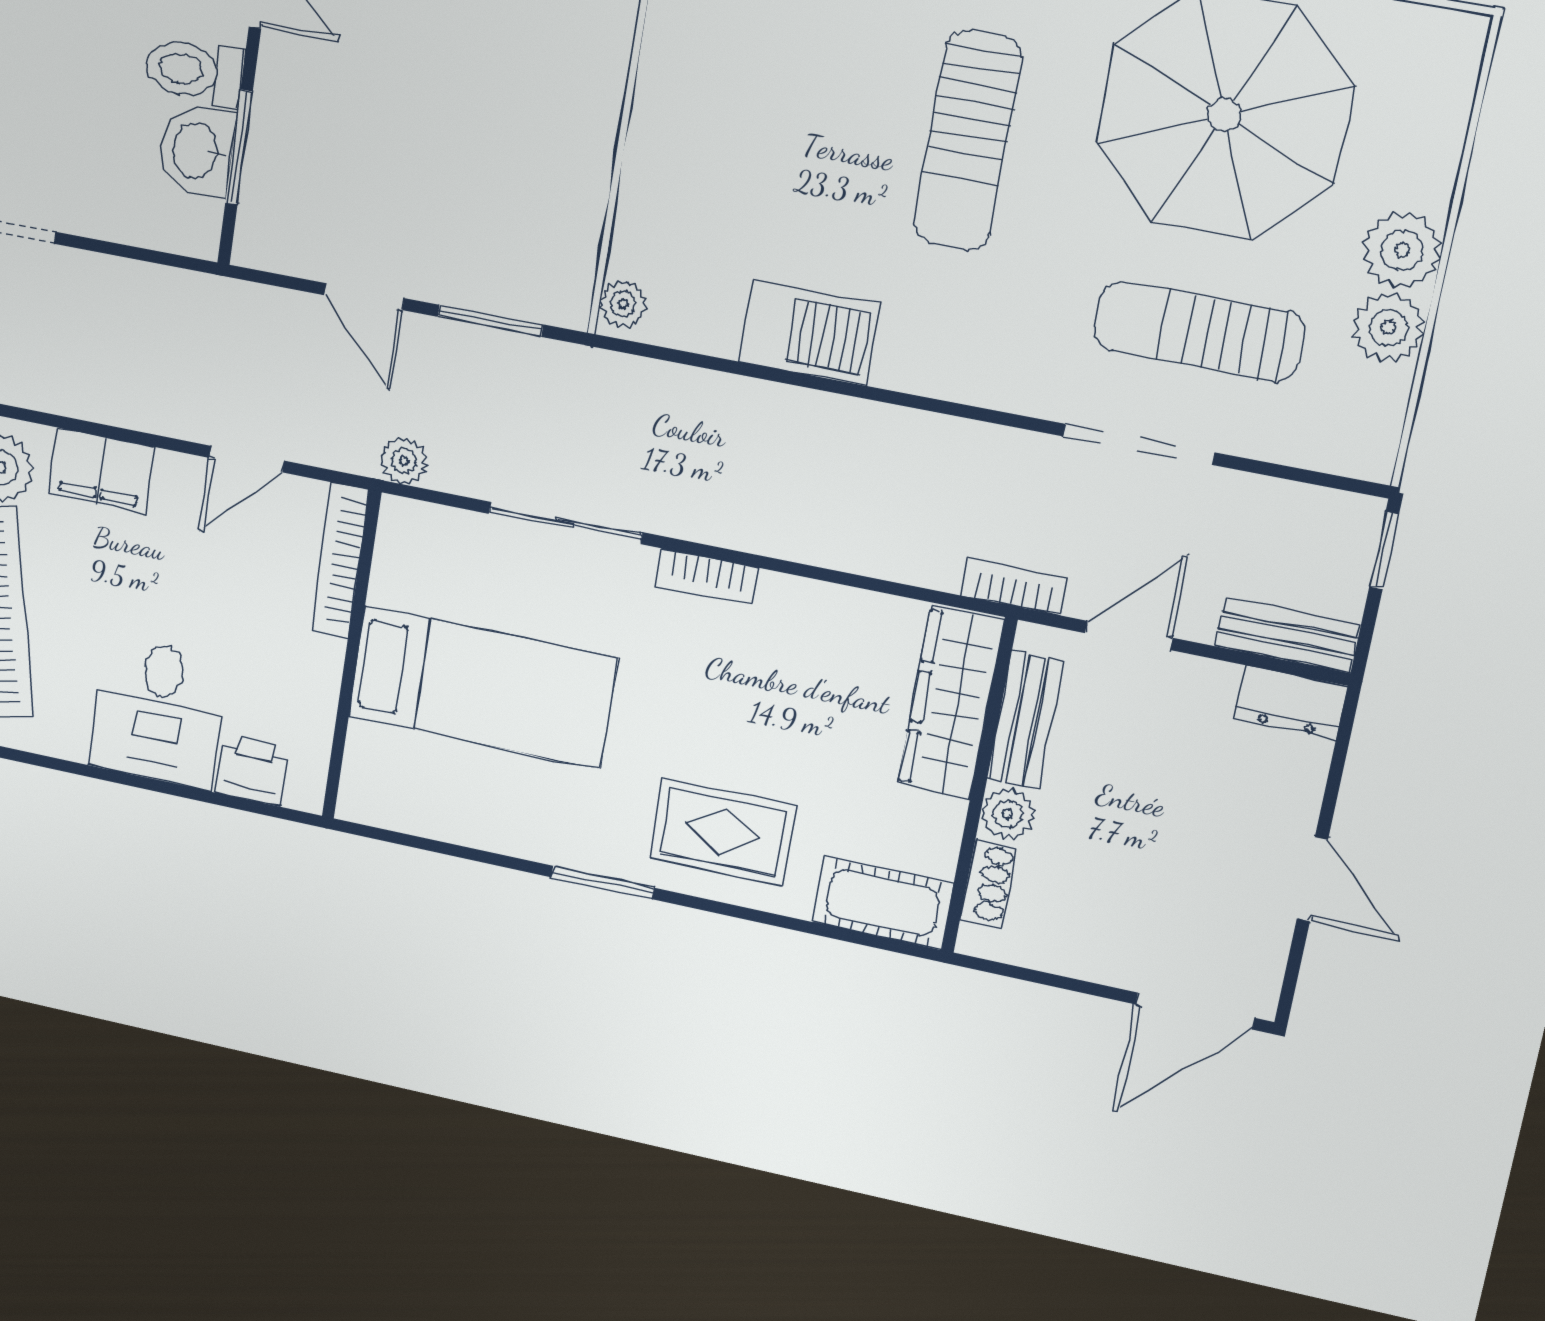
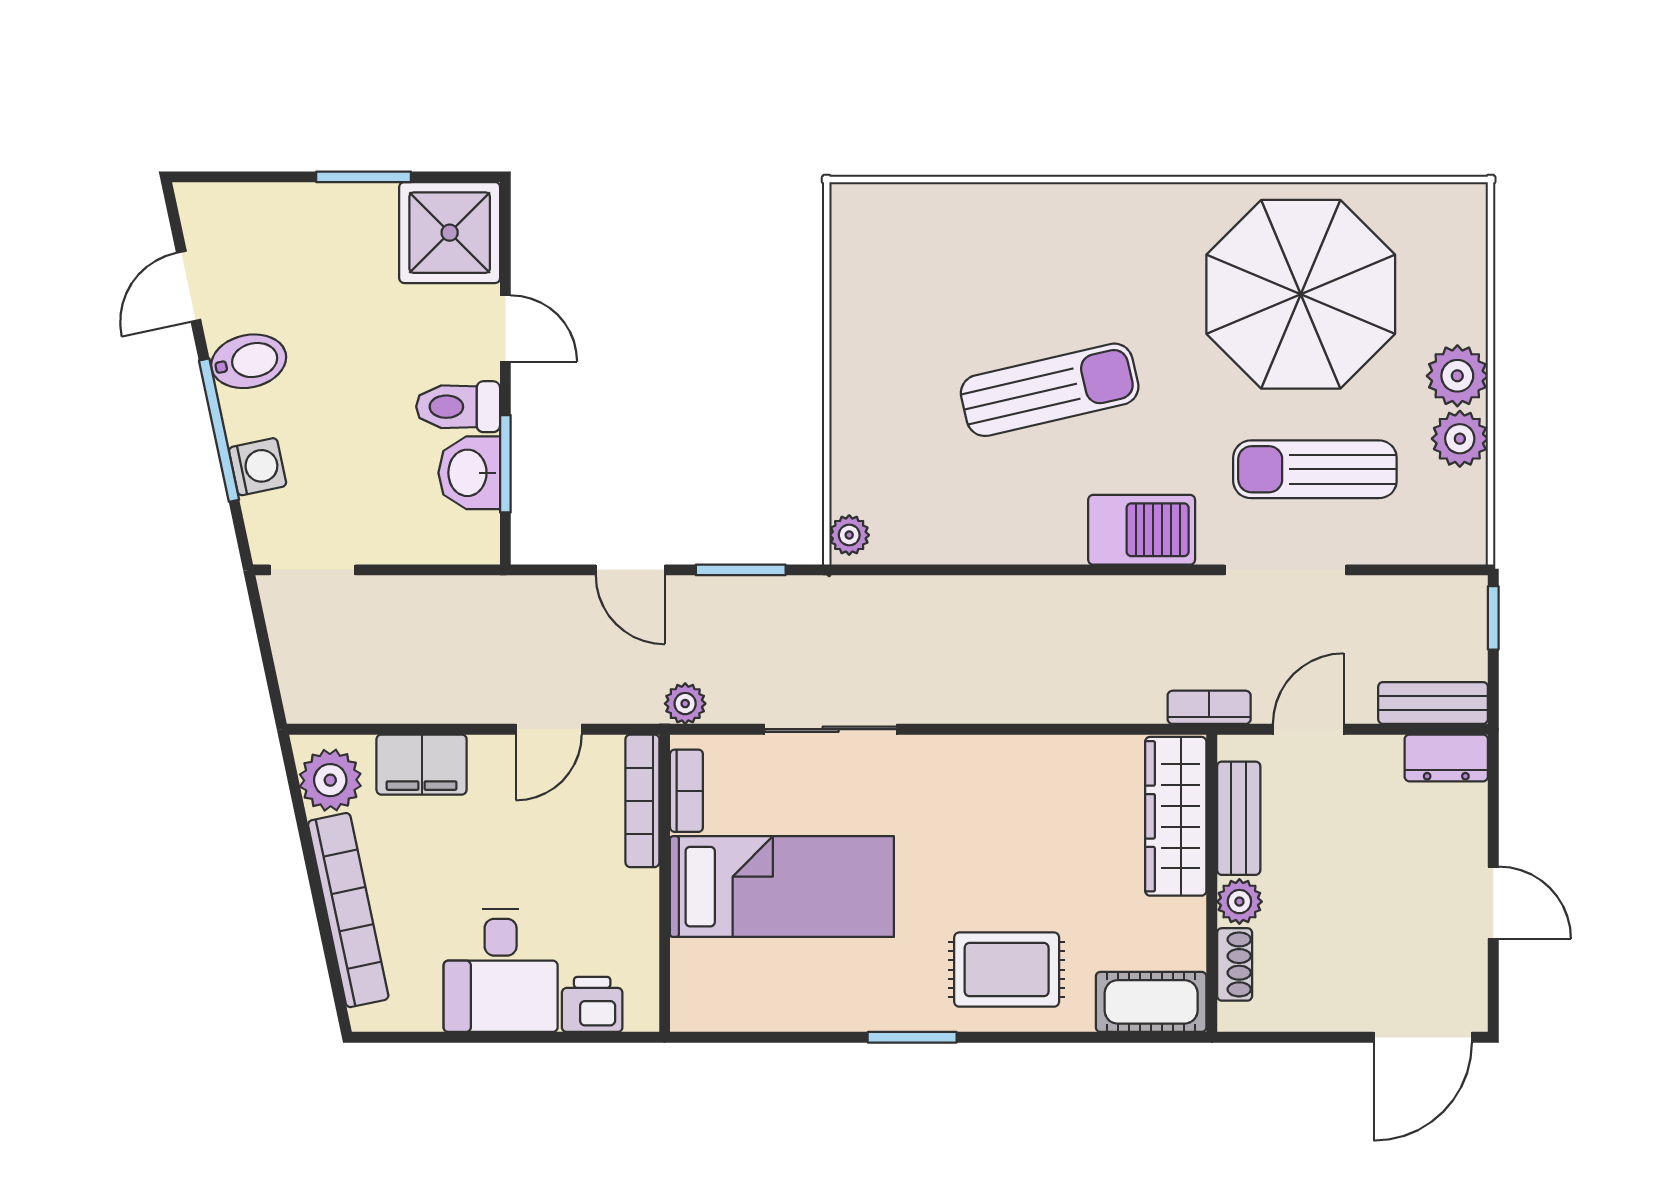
sun lounger: (968, 140) -> (1050, 390), moved, turned -103
barbecue: (809, 333) -> (1142, 530), moved
bookcase: (707, 577) -> (686, 791), moved, turned -90

